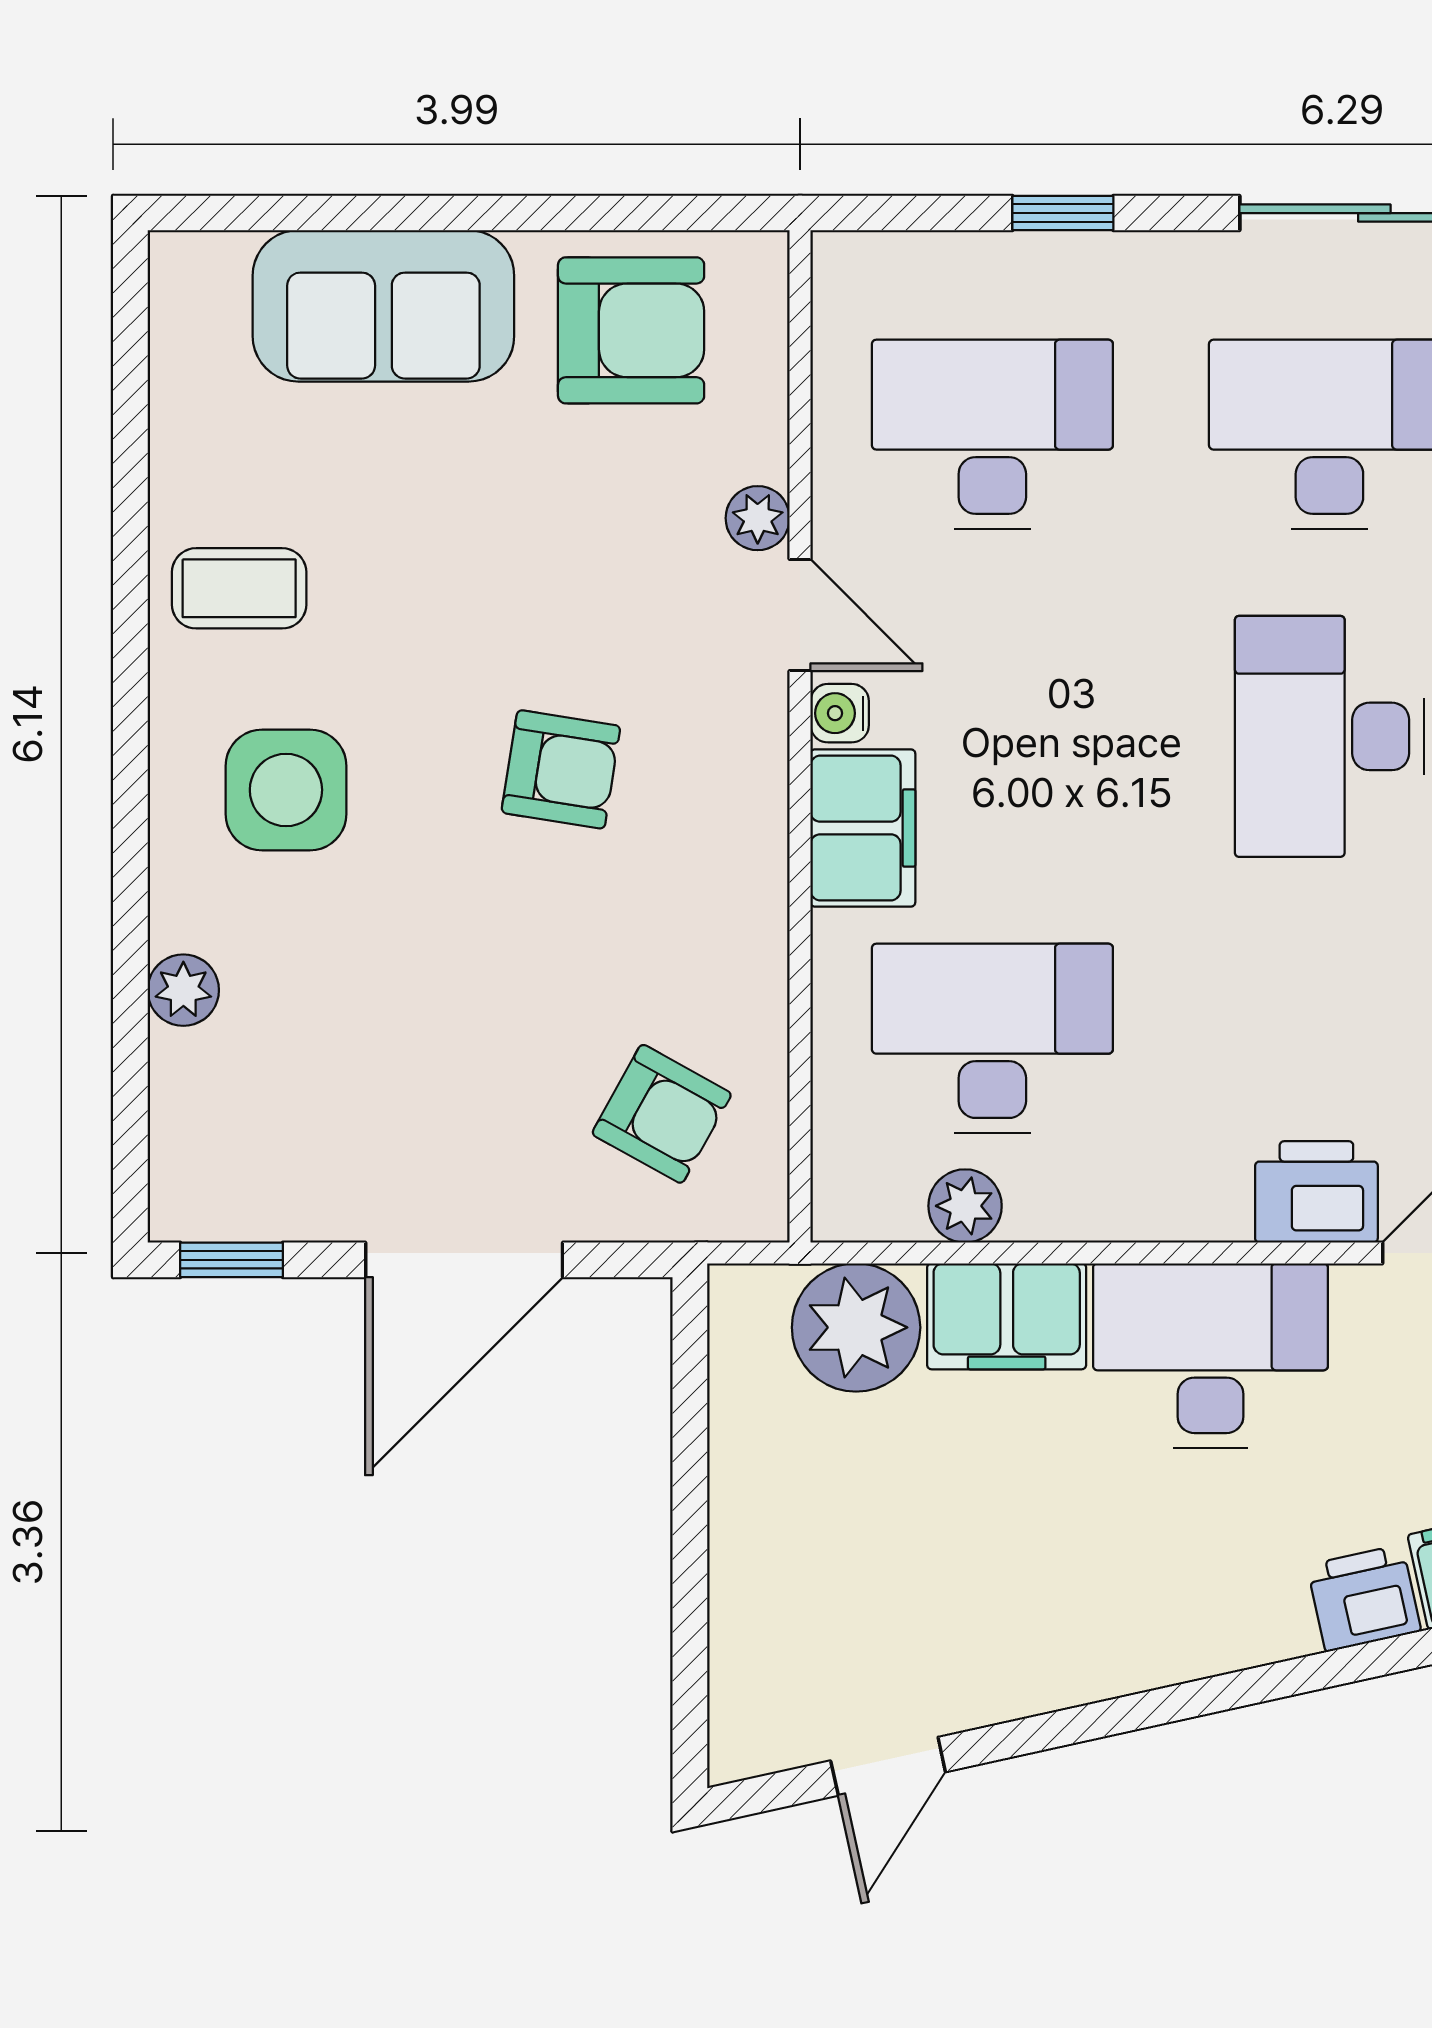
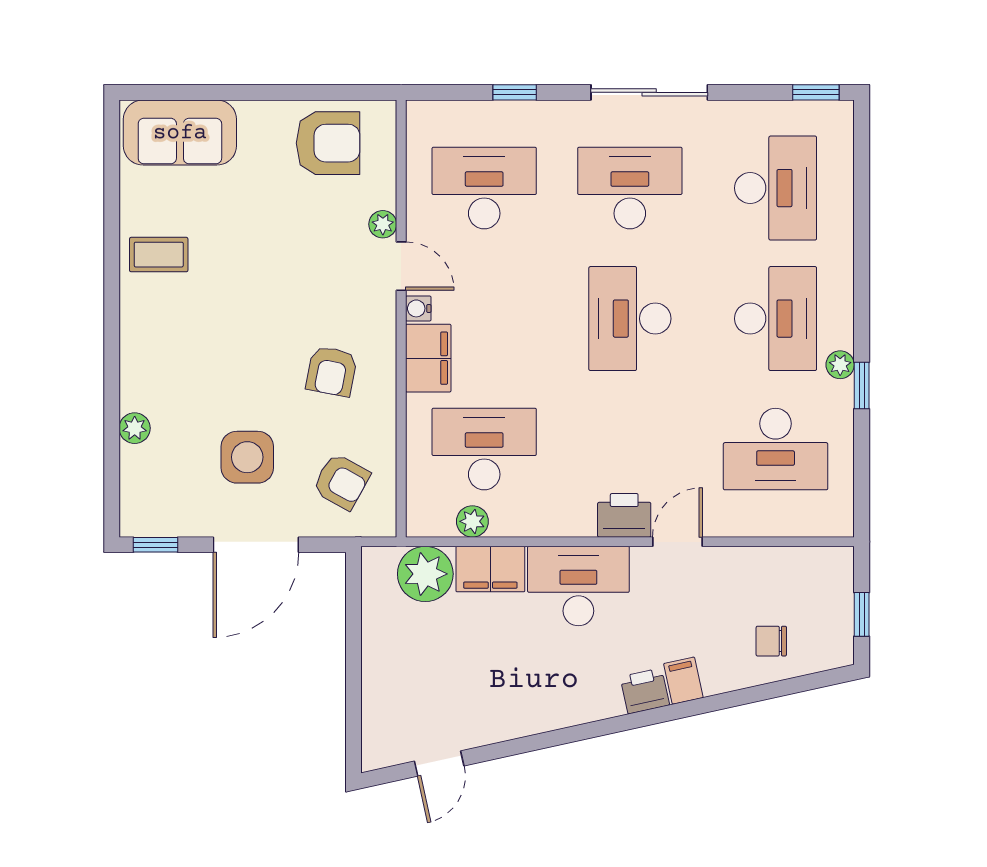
sofa: (383, 306) -> (180, 133), moved
armchair: (561, 769) -> (332, 371), moved, turned 92
side table: (286, 790) -> (247, 457), moved

